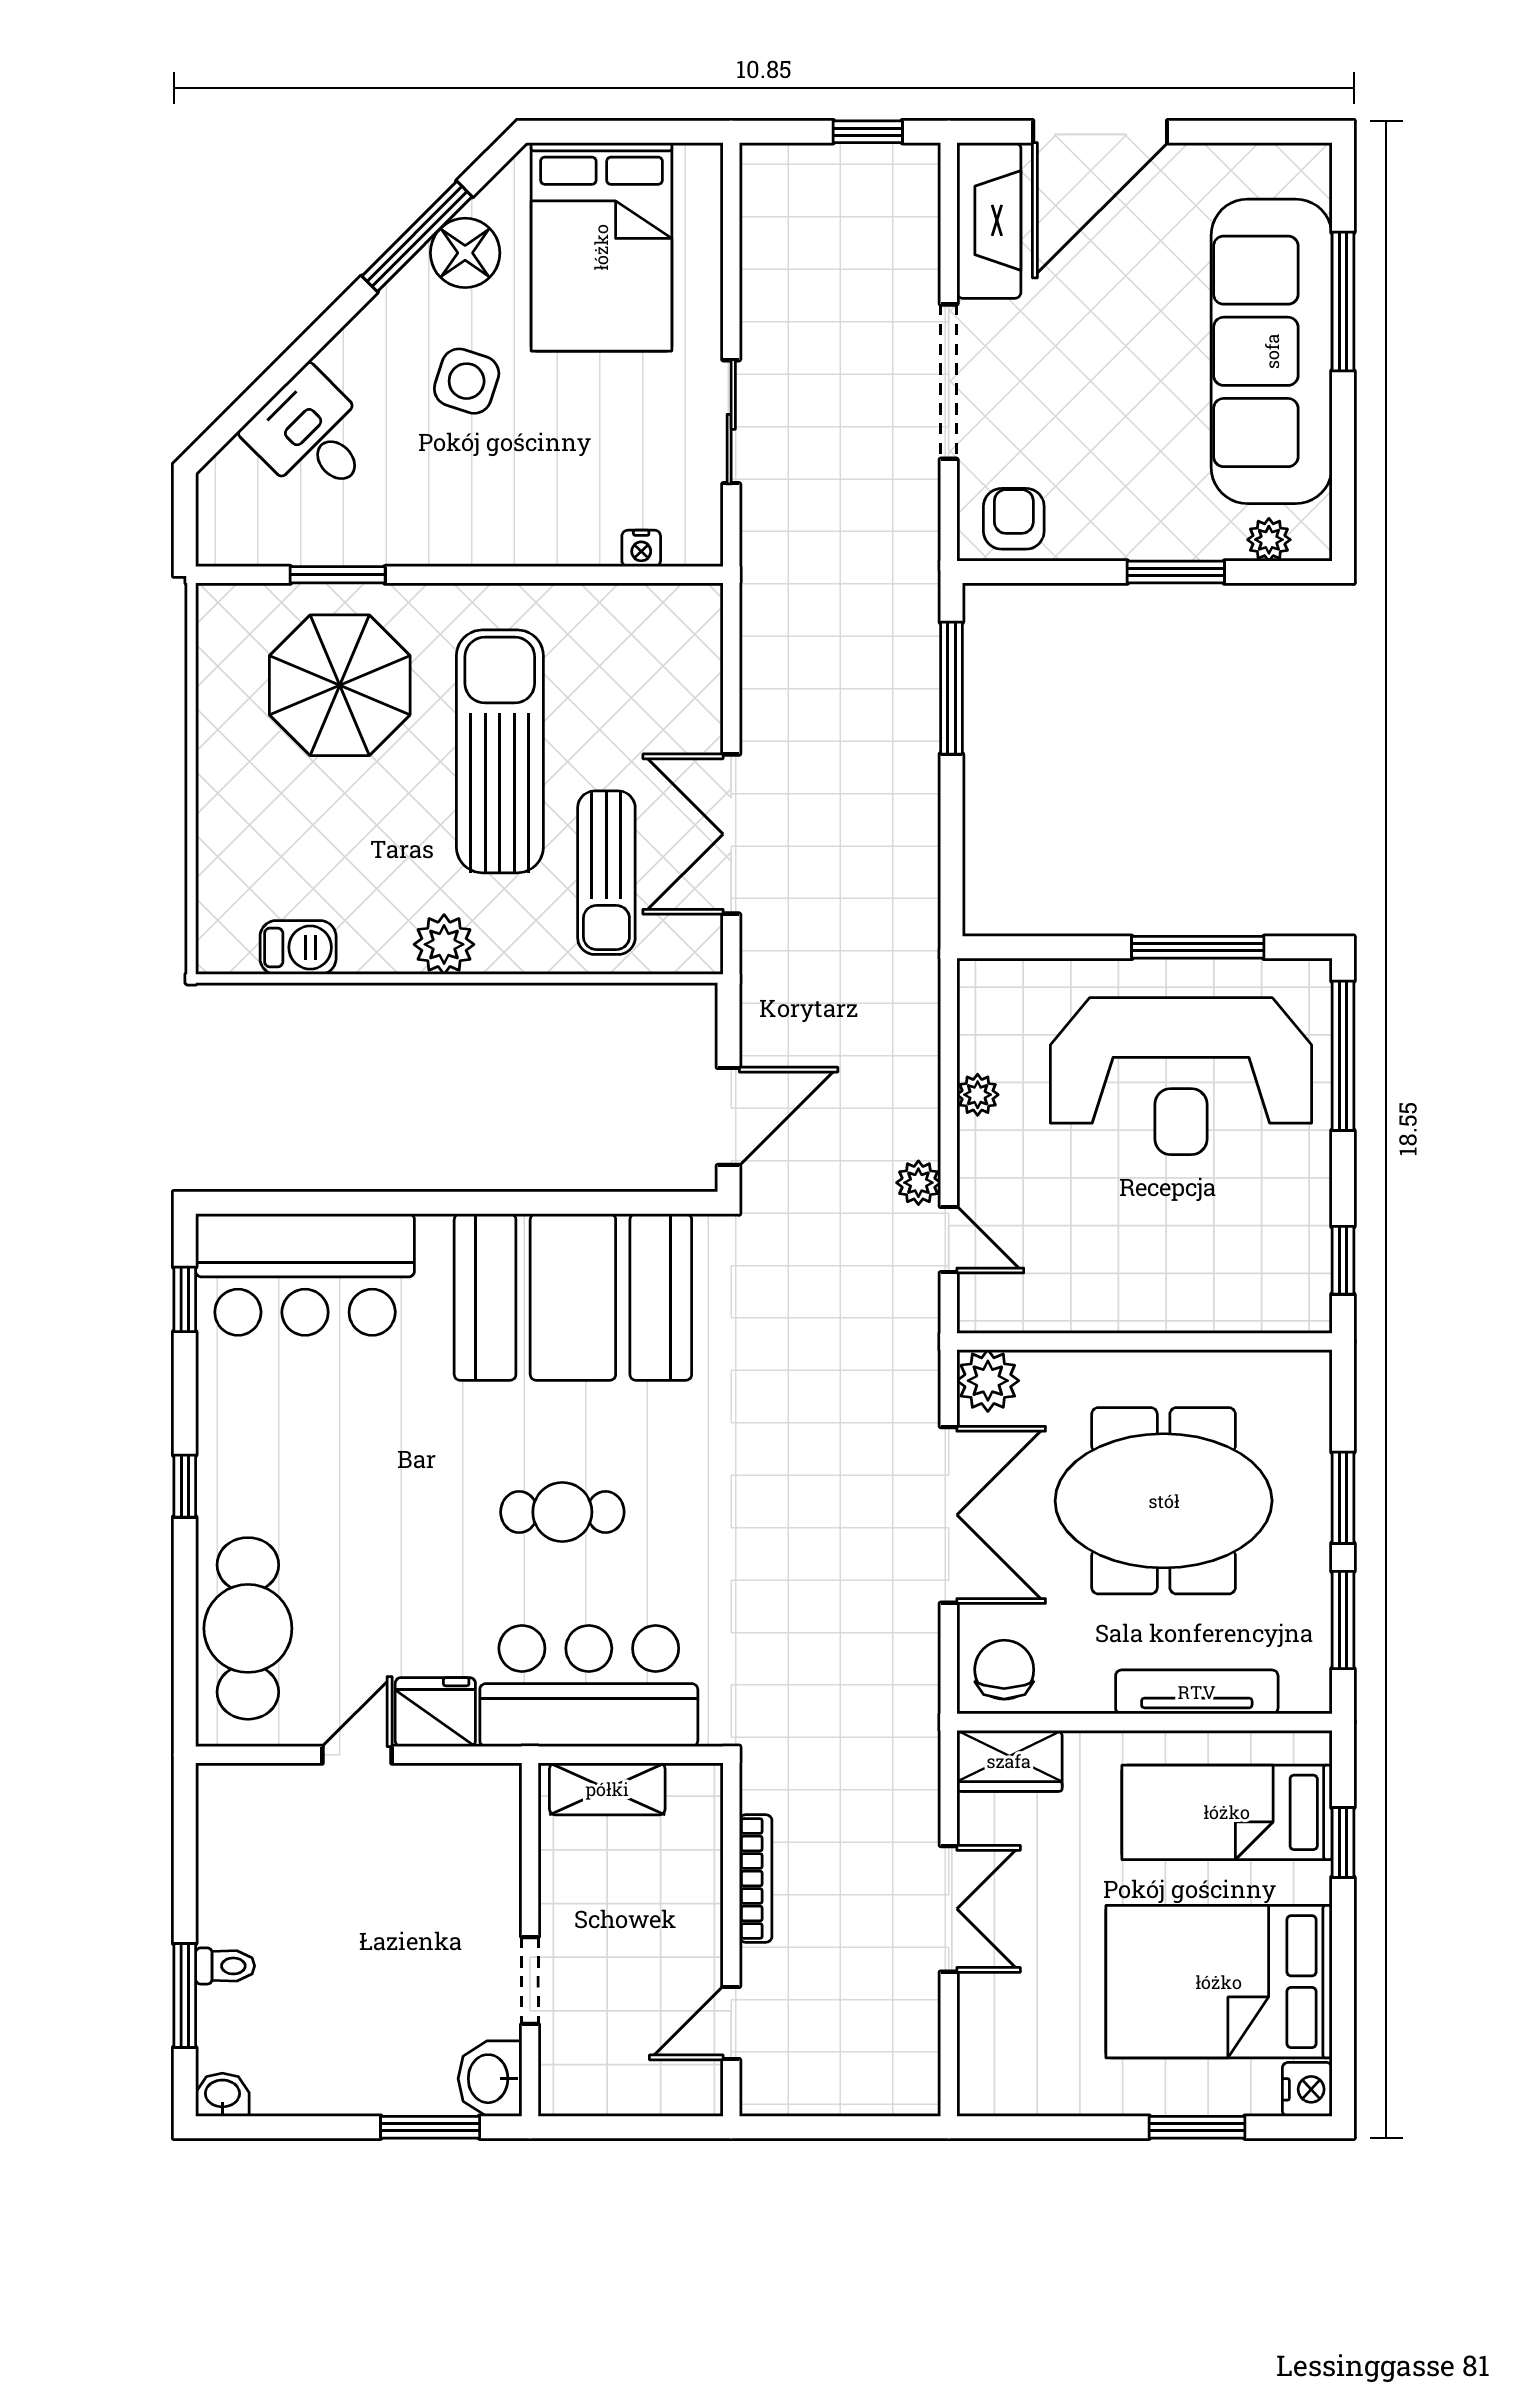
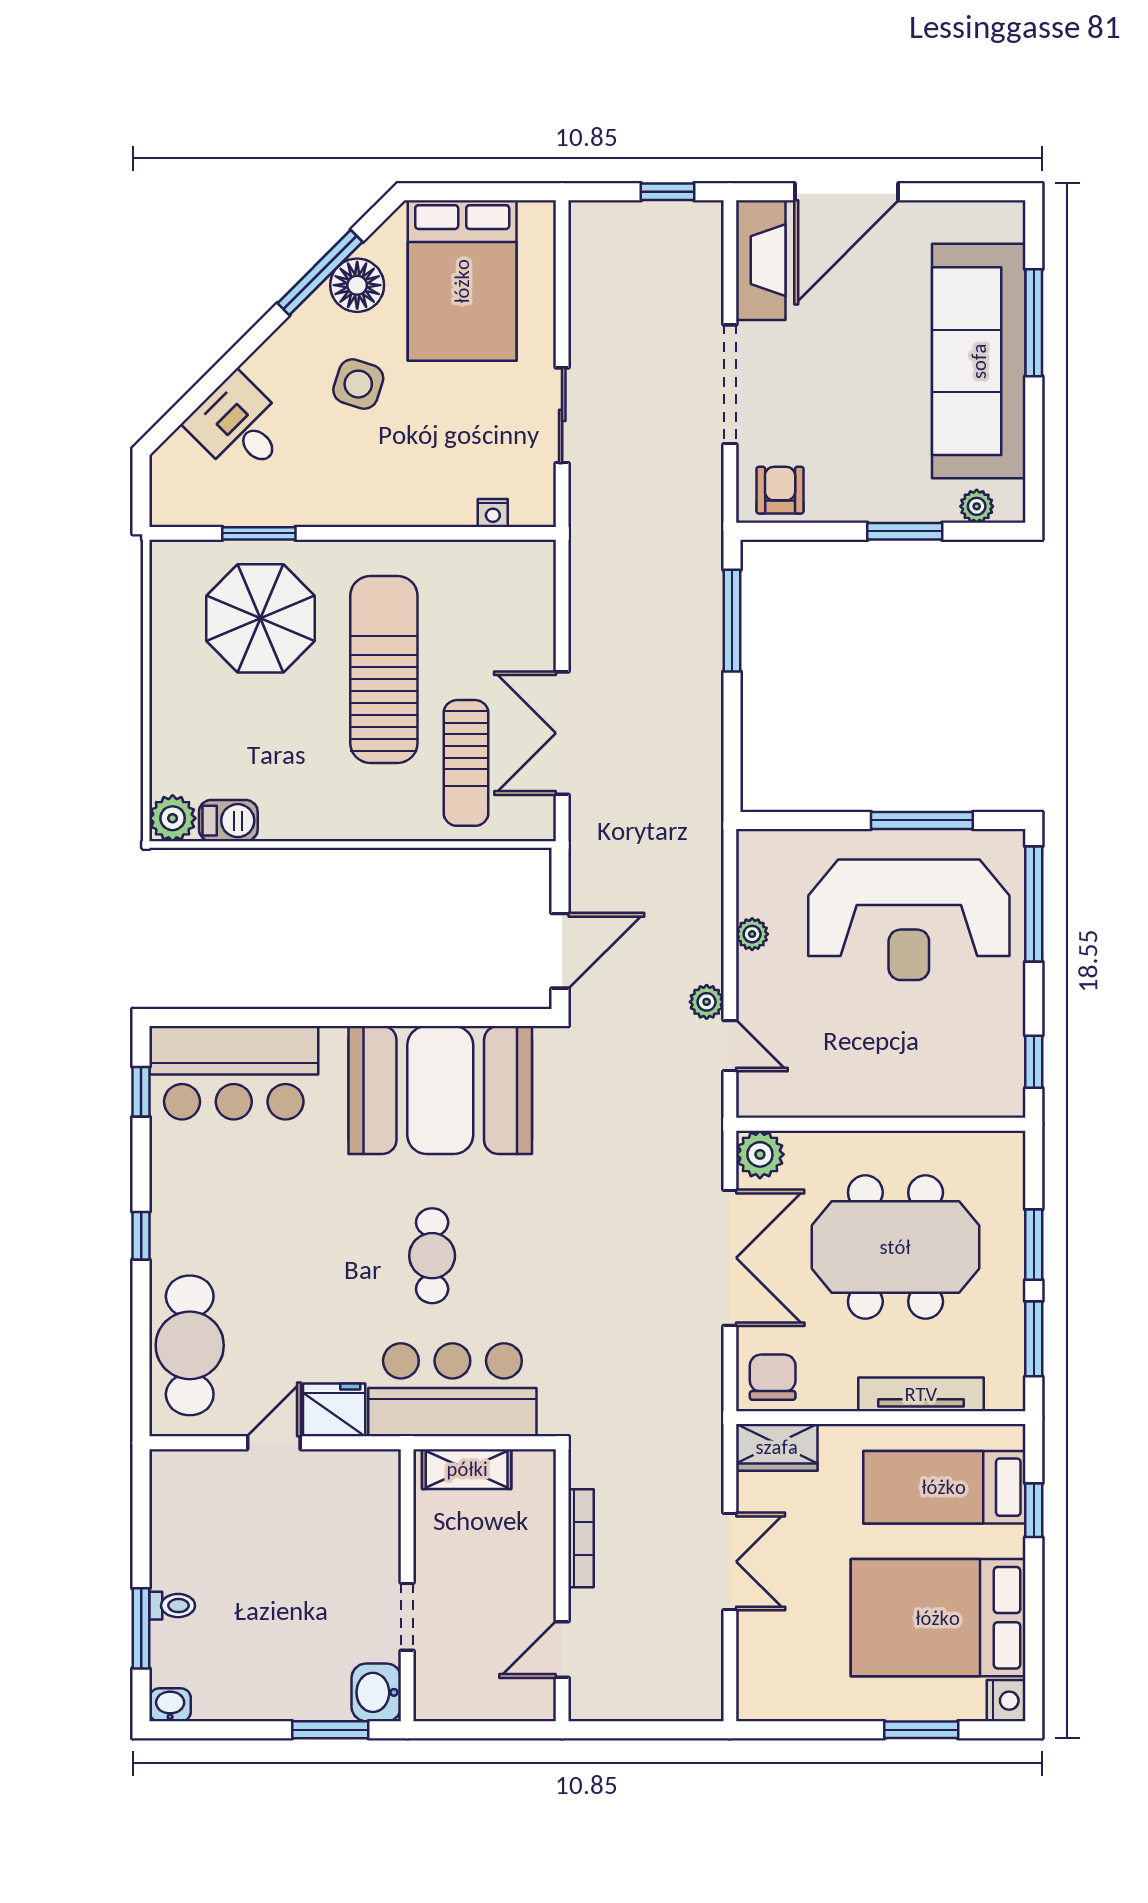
plant: (444, 944) -> (173, 818), moved
cafe table: (562, 1512) -> (432, 1256), turned 90

